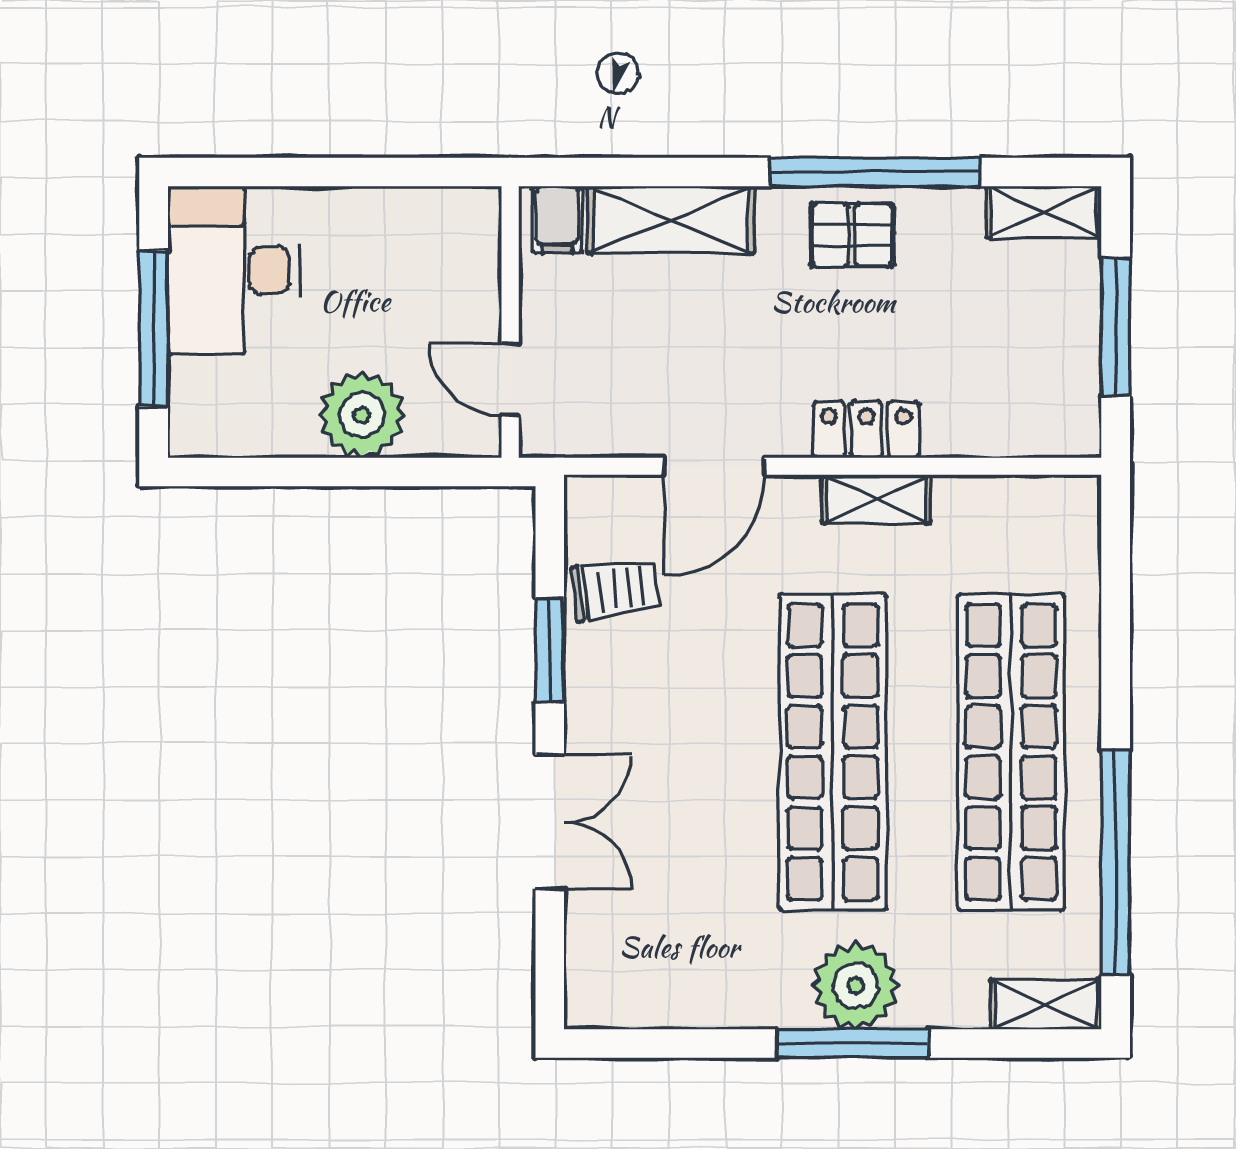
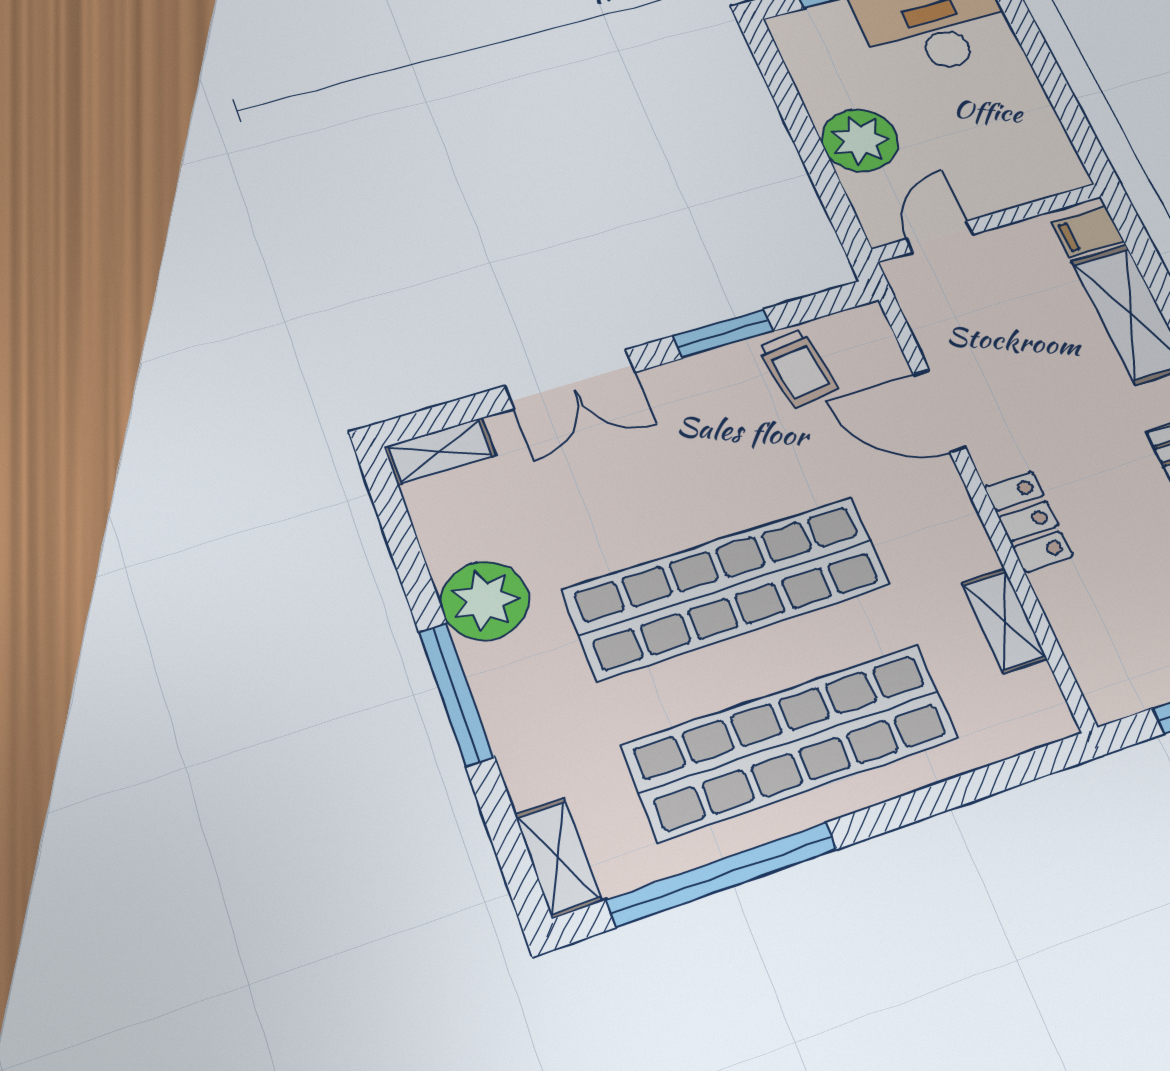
shelving: (876, 499) -> (1004, 621), moved
shelving: (588, 977) -> (440, 451), added
plant: (856, 986) -> (485, 600), moved

